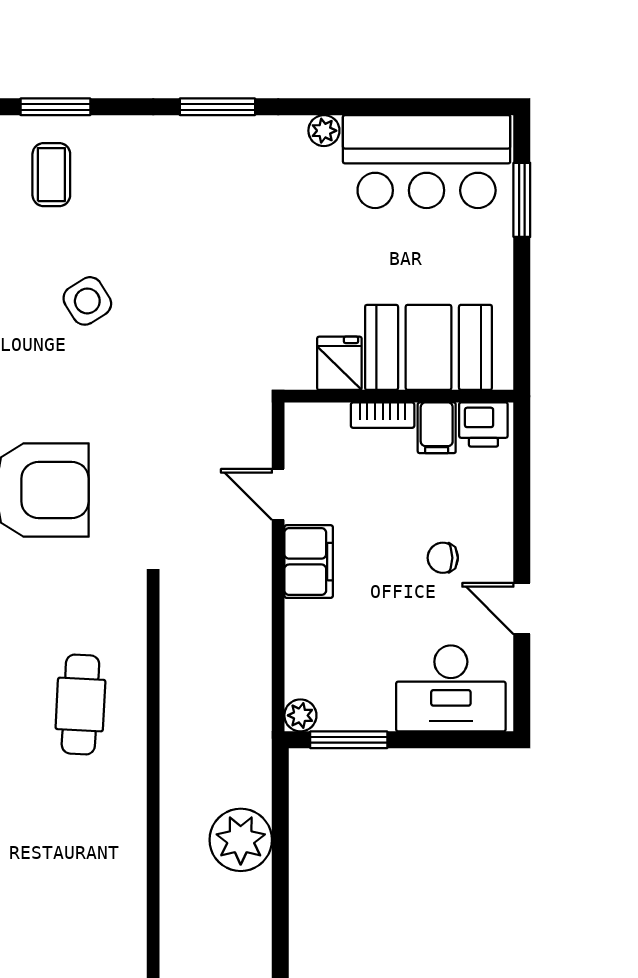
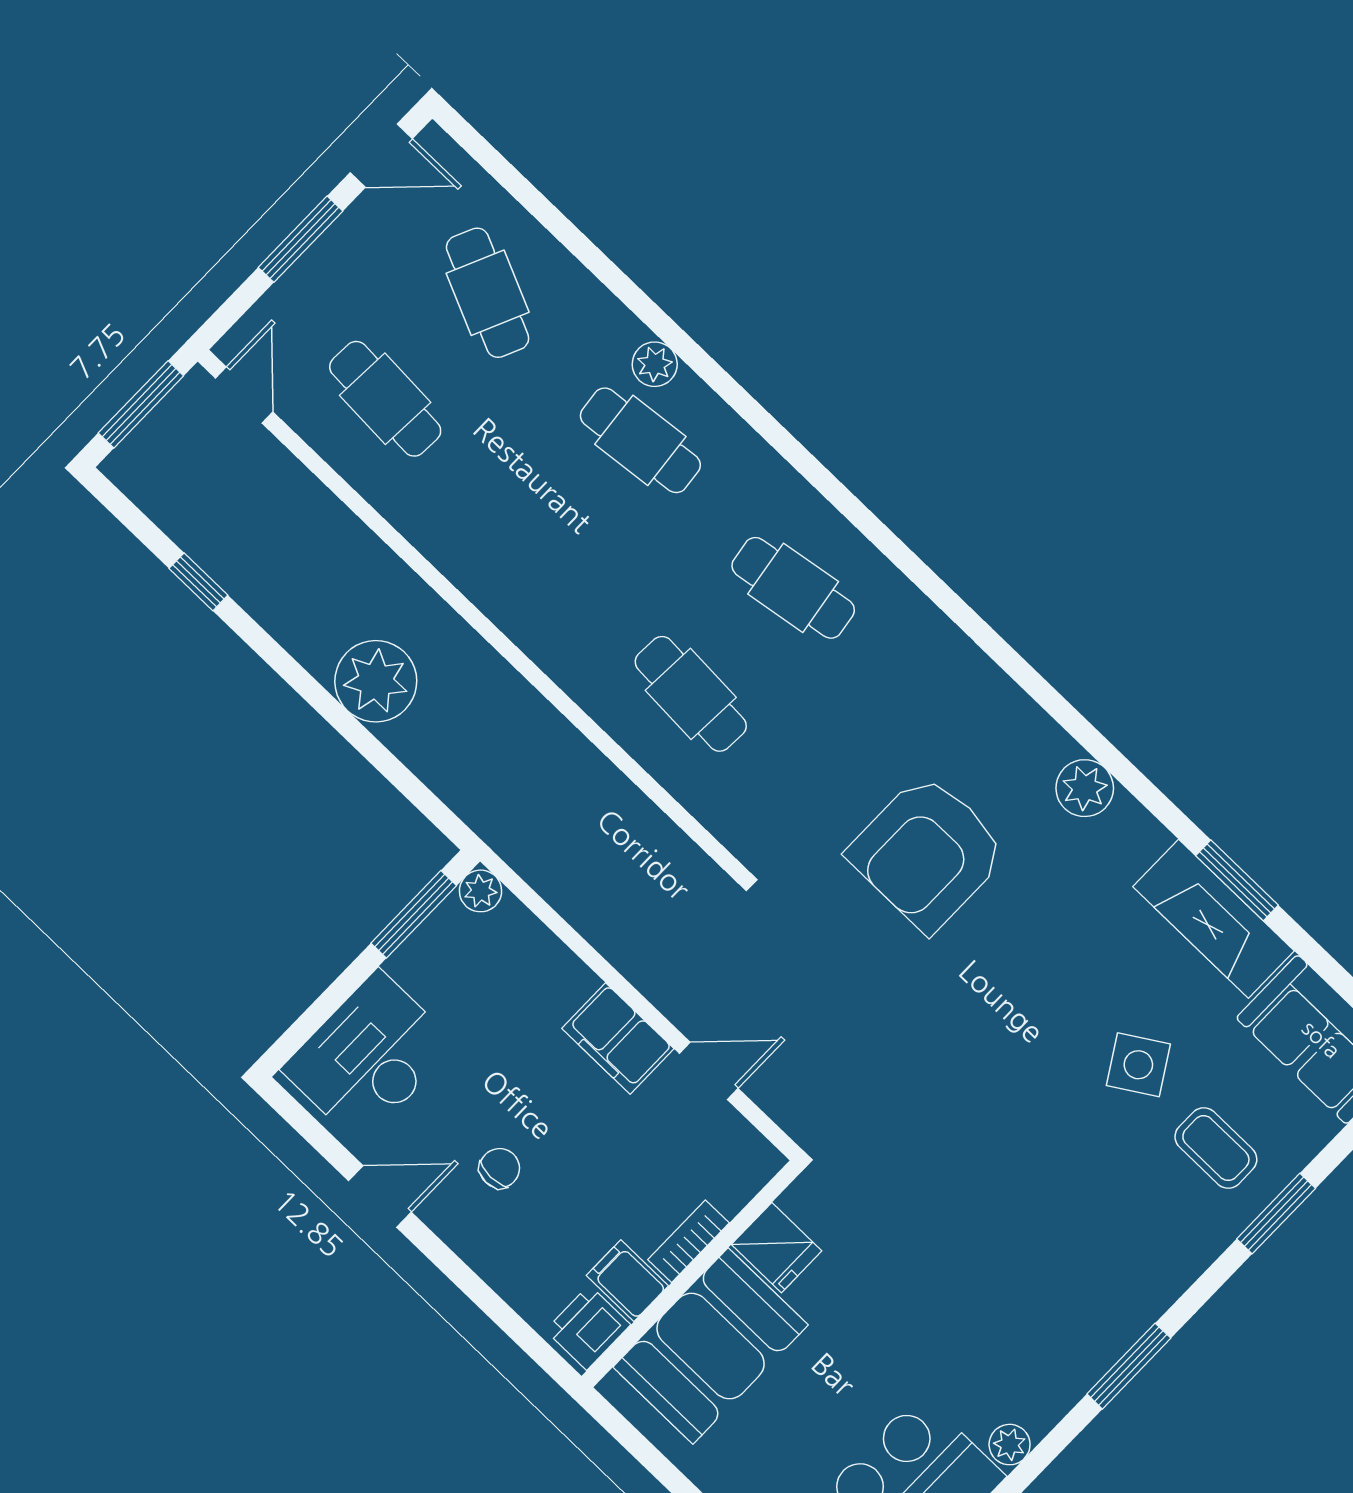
side table: (87, 301) -> (1138, 1065), moved
plant: (241, 840) -> (376, 681), moved

